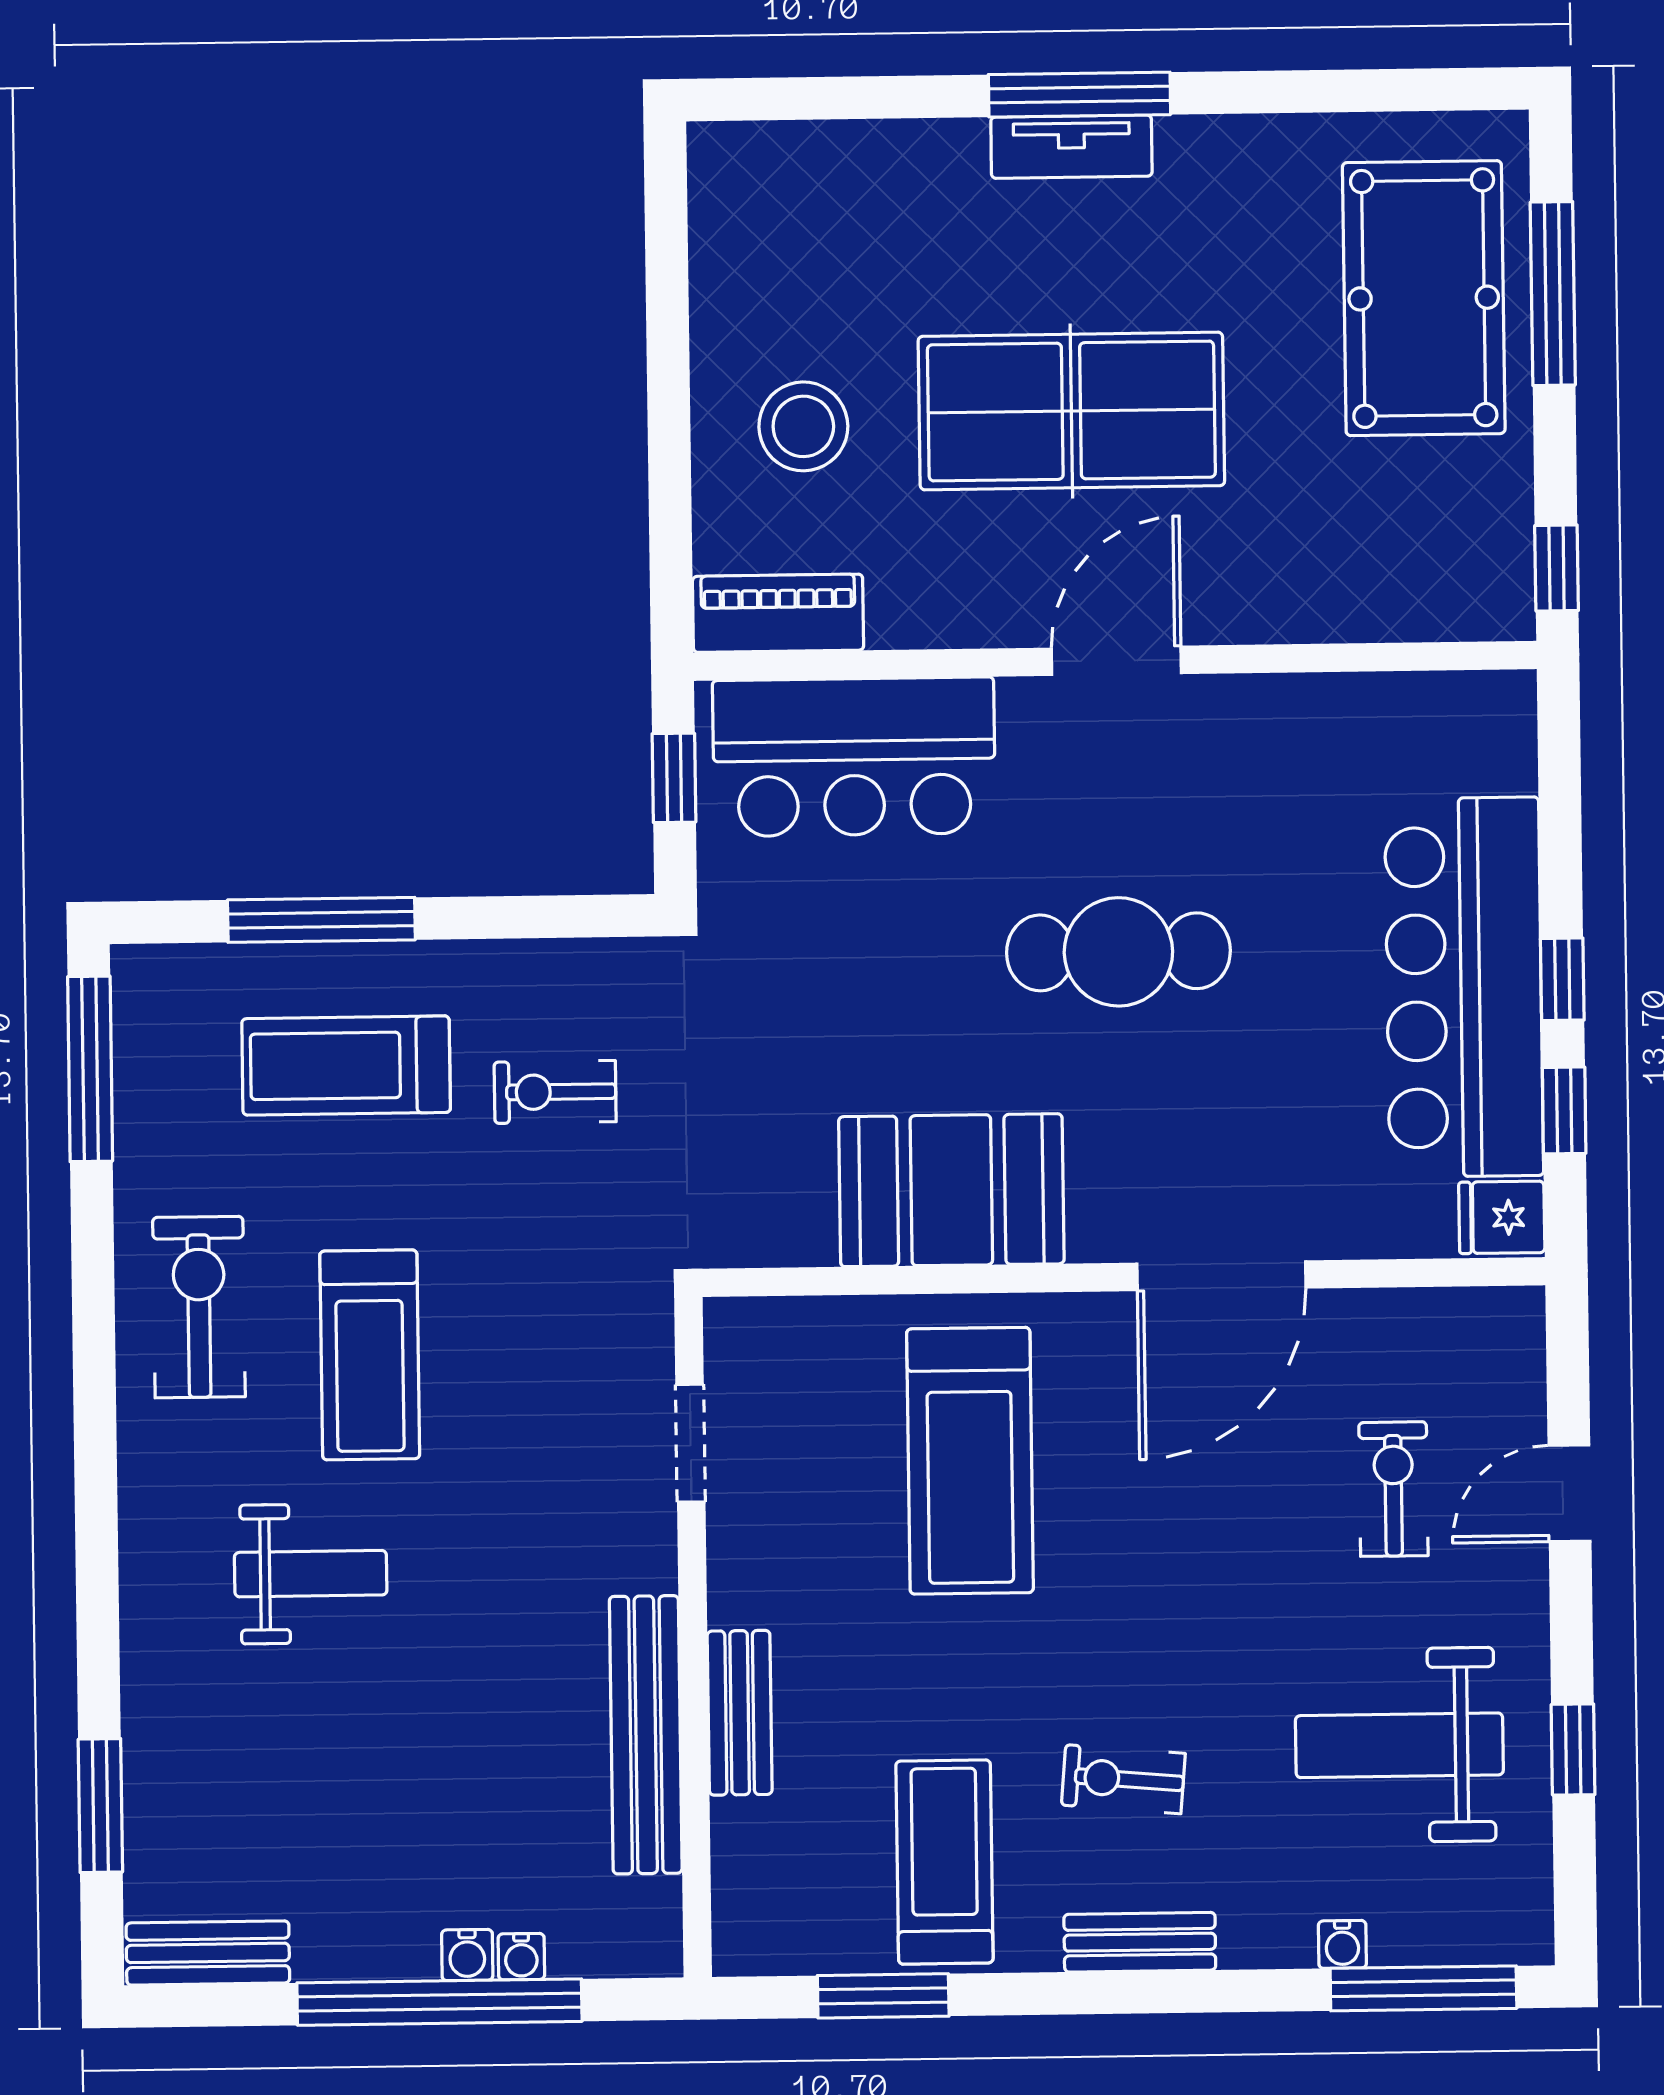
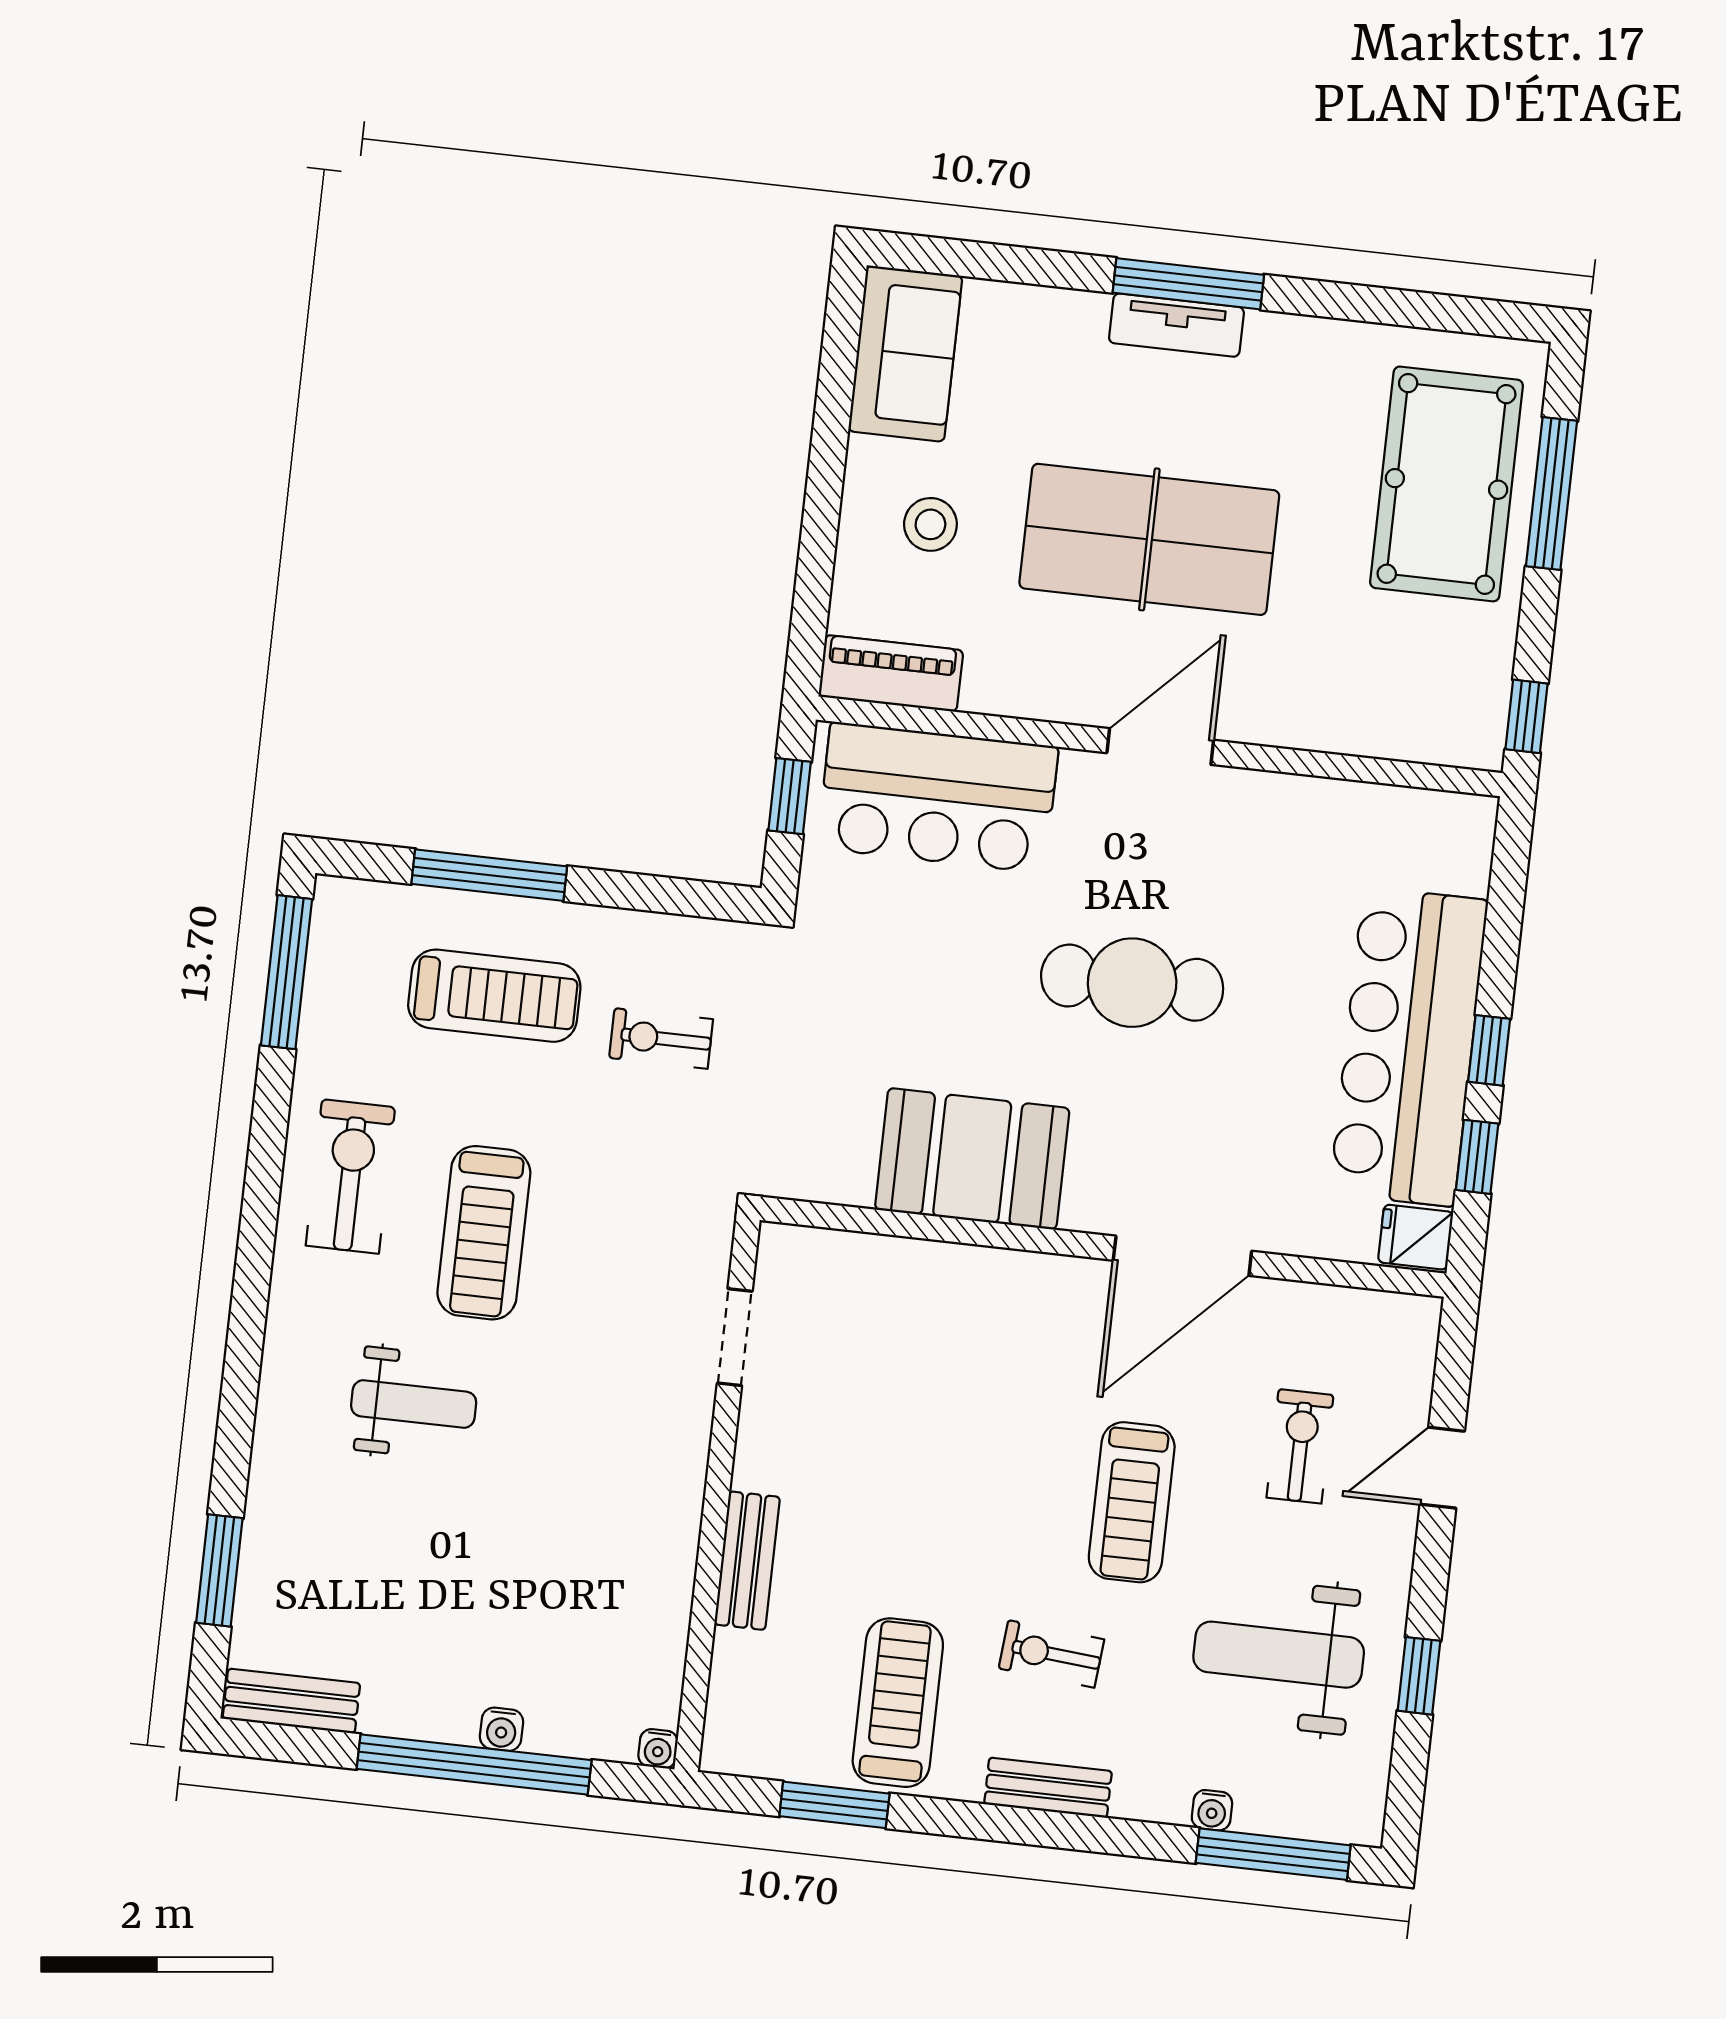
sofa: (747, 223) -> (905, 354), added
stool: (803, 426) -> (930, 524), width x0.73, depth x0.73
treadmill: (346, 1066) -> (494, 996), turned 180
treadmill: (970, 1461) -> (1132, 1502), moved, width x0.73, depth x0.73
bench: (646, 1735) -> (669, 1569), removed
water cooler: (521, 1957) -> (658, 1749), moved

